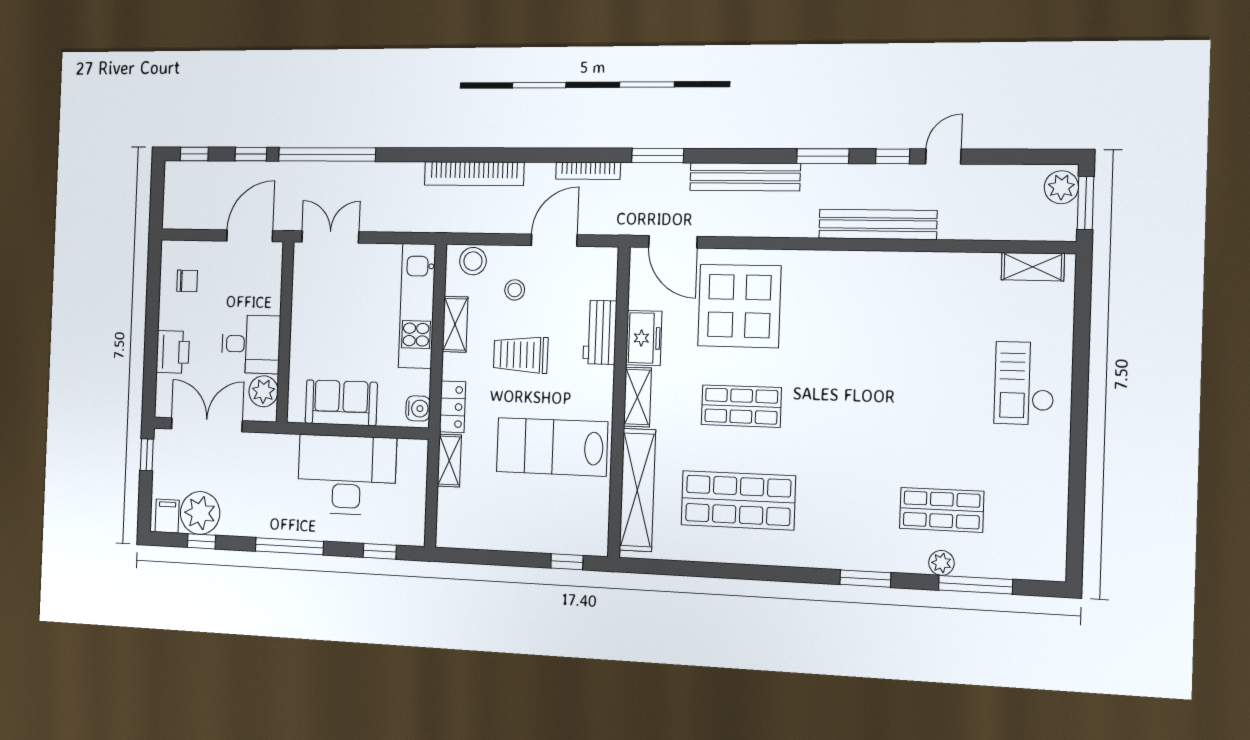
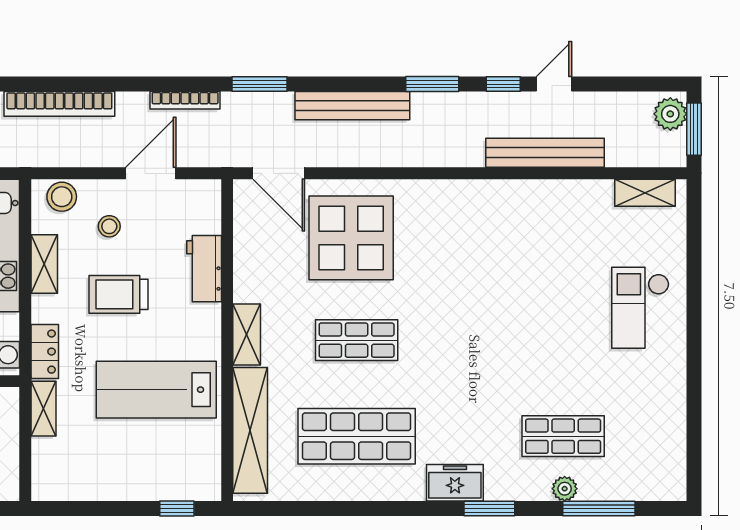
bench: (878, 224) -> (545, 153), moved
freezer: (644, 338) -> (455, 483), moved, turned -90

